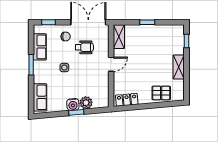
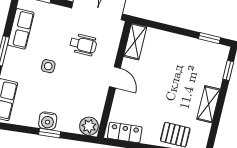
window: (147, 22) -> (210, 38), moved
chair: (66, 36) -> (60, 23), removed
door: (111, 64) -> (115, 77), hinge flipped
plant: (86, 103) -> (89, 126), moved

